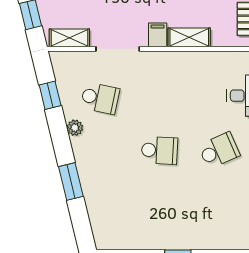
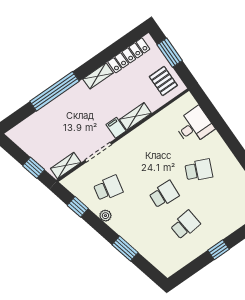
school desk: (219, 150) -> (199, 170), turned 48
school desk: (160, 203) -> (185, 225), added

